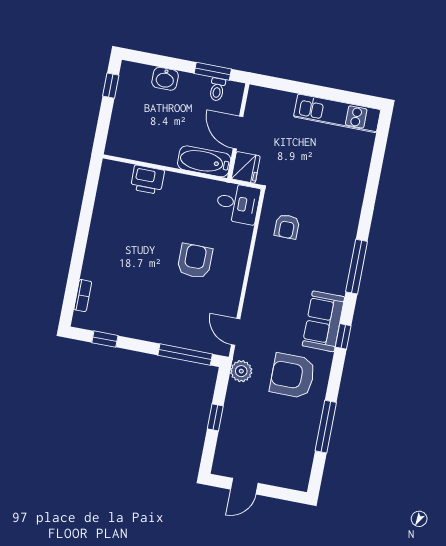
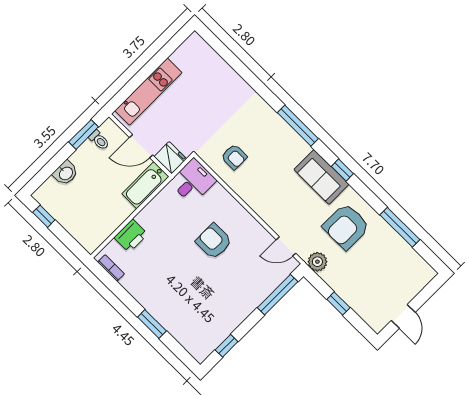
kitchen unit: (337, 113) -> (148, 92), moved
window: (78, 255) -> (152, 324), added
bookcase: (83, 296) -> (111, 268), moved

